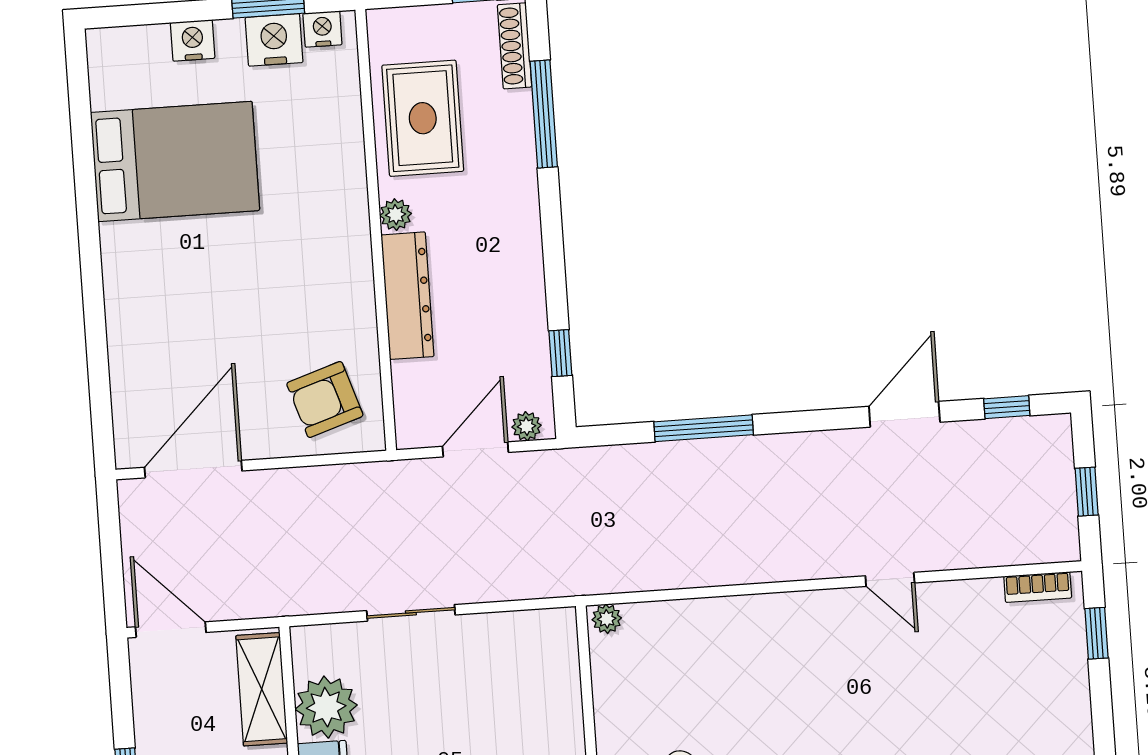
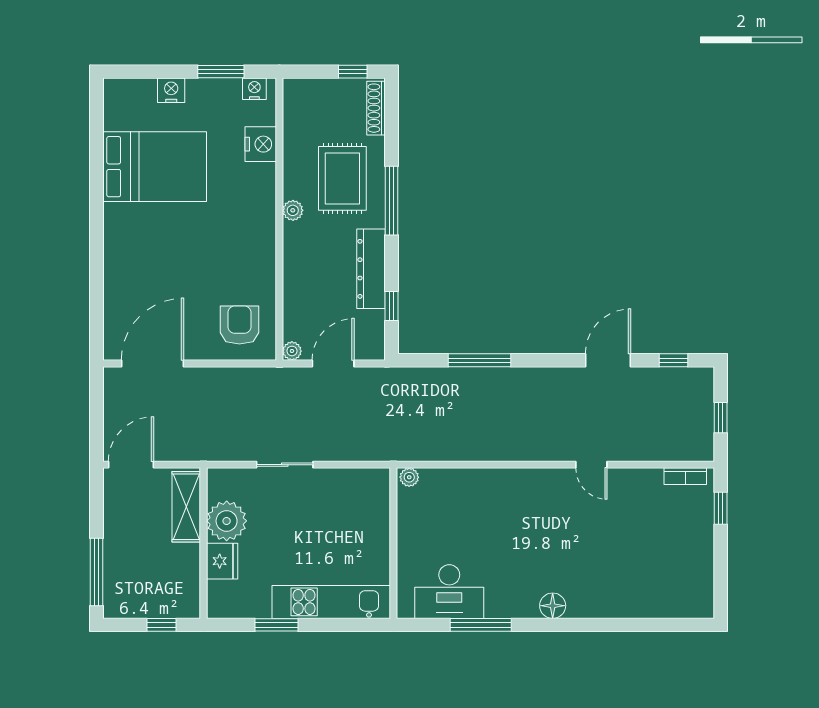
nightstand: (274, 40) -> (261, 144), moved, turned 90
window: (544, 114) -> (392, 201), moved
rug: (423, 118) -> (342, 178), moved
dresser: (407, 296) -> (371, 269), moved, turned 180
armchair: (325, 400) -> (239, 325), turned 108
plant: (527, 426) -> (292, 351), moved
door: (171, 630) -> (131, 465), hinge flipped

